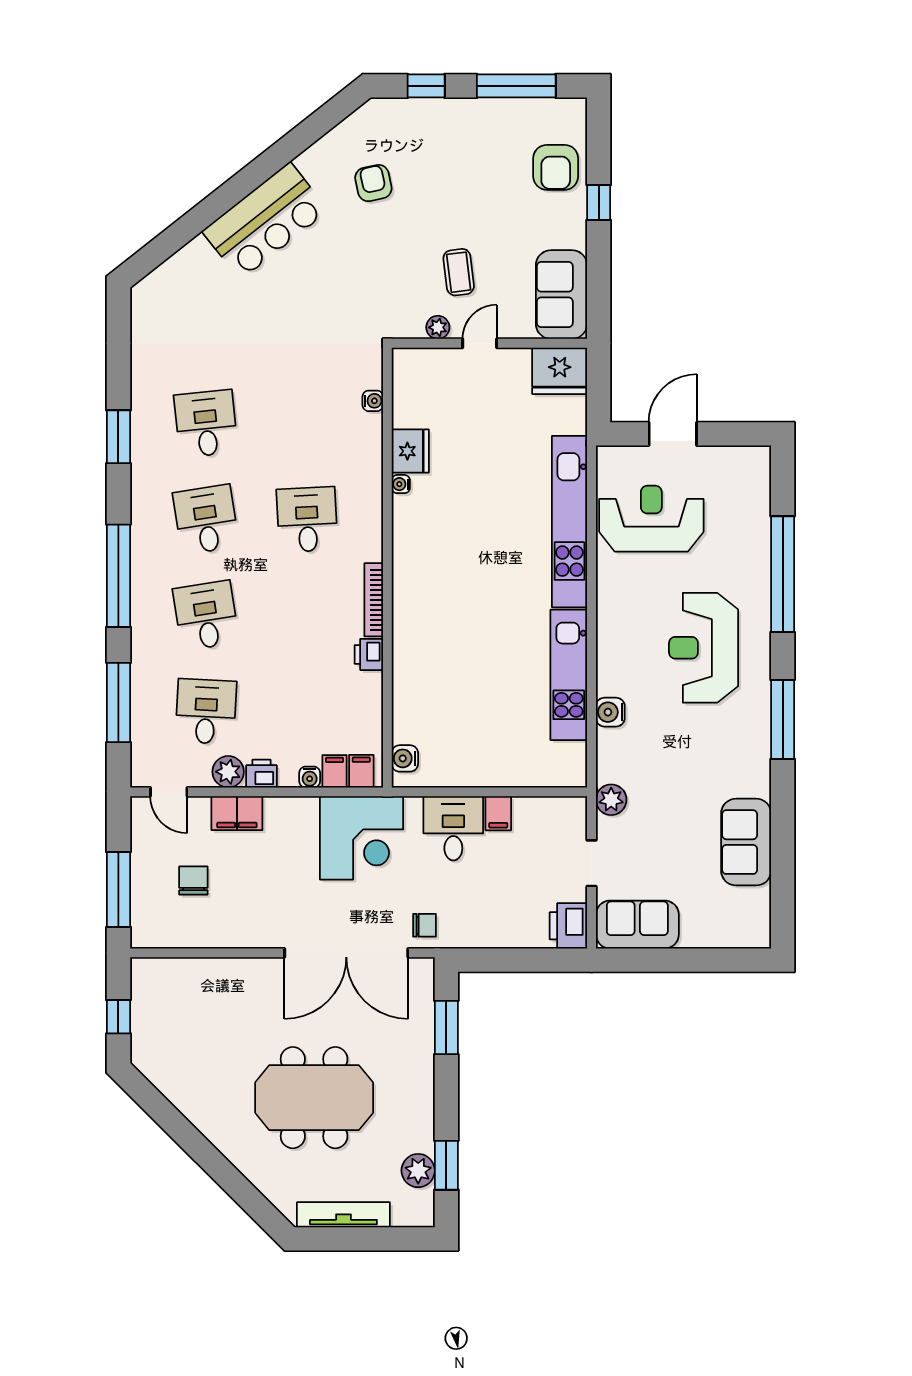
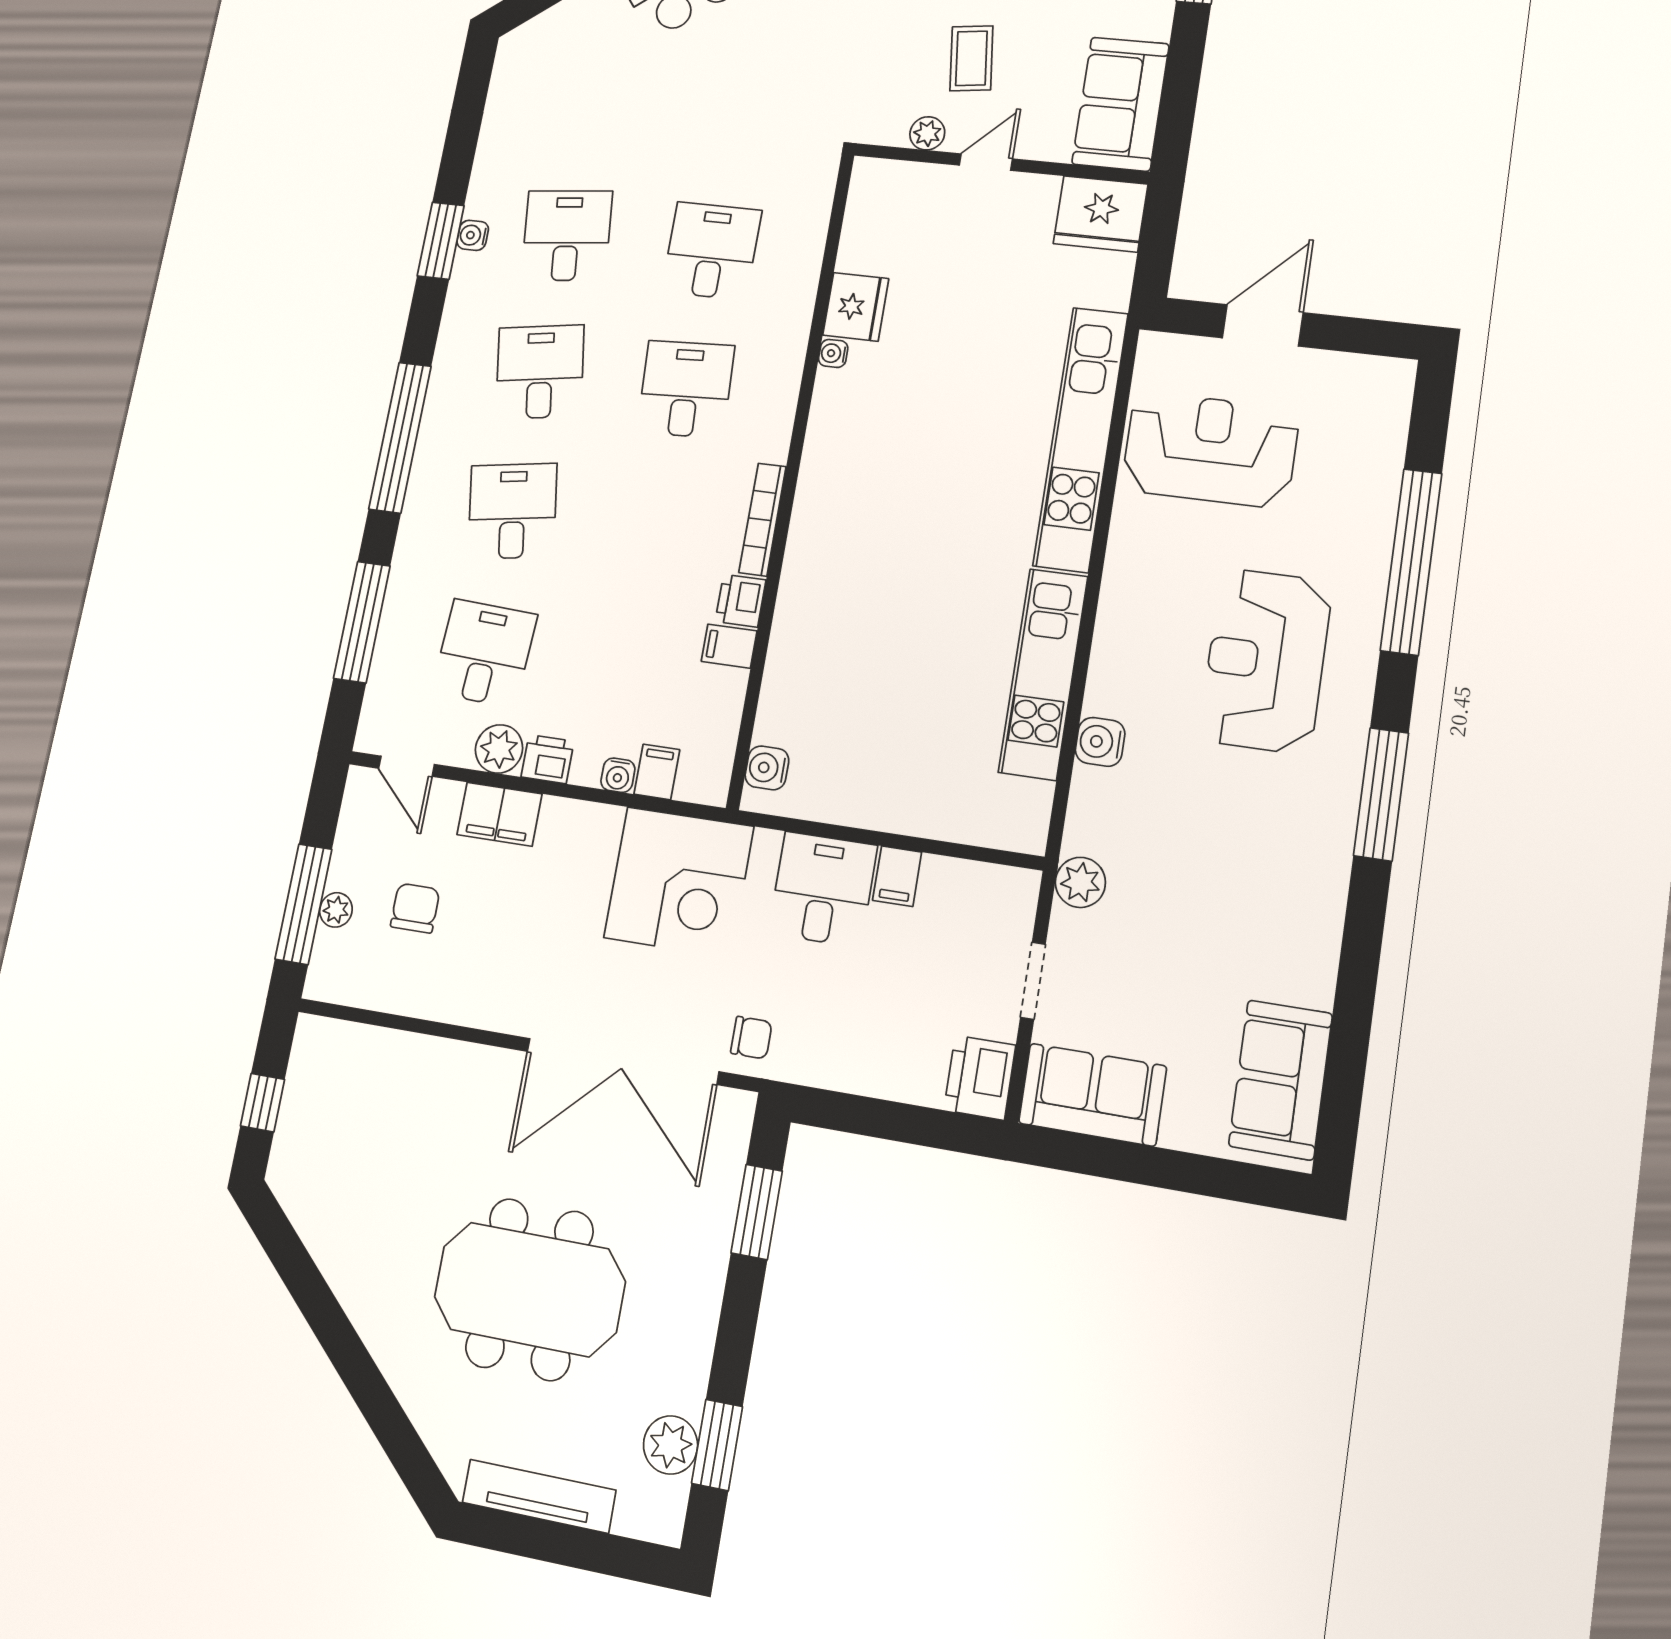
water cooler: (373, 401) -> (473, 235), moved, turned 180
desk: (307, 424) -> (711, 251), added
filing cabinet: (361, 771) -> (729, 646), moved, turned -90
sofa: (746, 842) -> (1281, 1080), moved
plant: (141, 890) -> (336, 910), added

